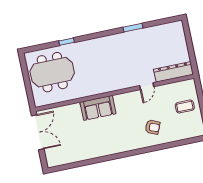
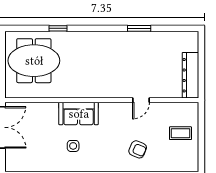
dresser: (174, 72) -> (190, 75), moved, turned -90
side table: (99, 135) -> (73, 146), added

